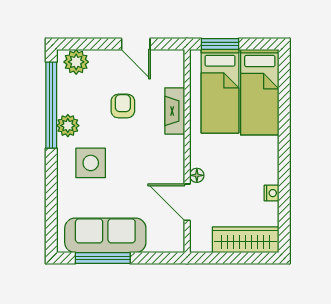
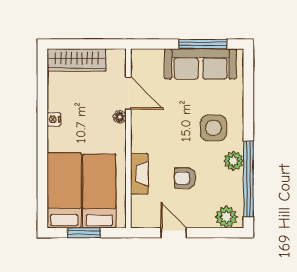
window: (220, 44) -> (84, 233), moved
armchair: (123, 106) -> (185, 178), turned 90
nightstand: (272, 193) -> (54, 119), moved

